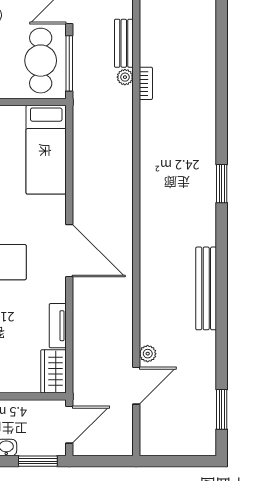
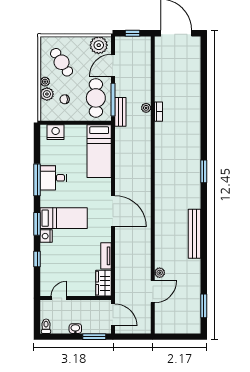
bench: (124, 43) -> (120, 112), moved
door: (69, 425) -> (113, 315), hinge flipped

